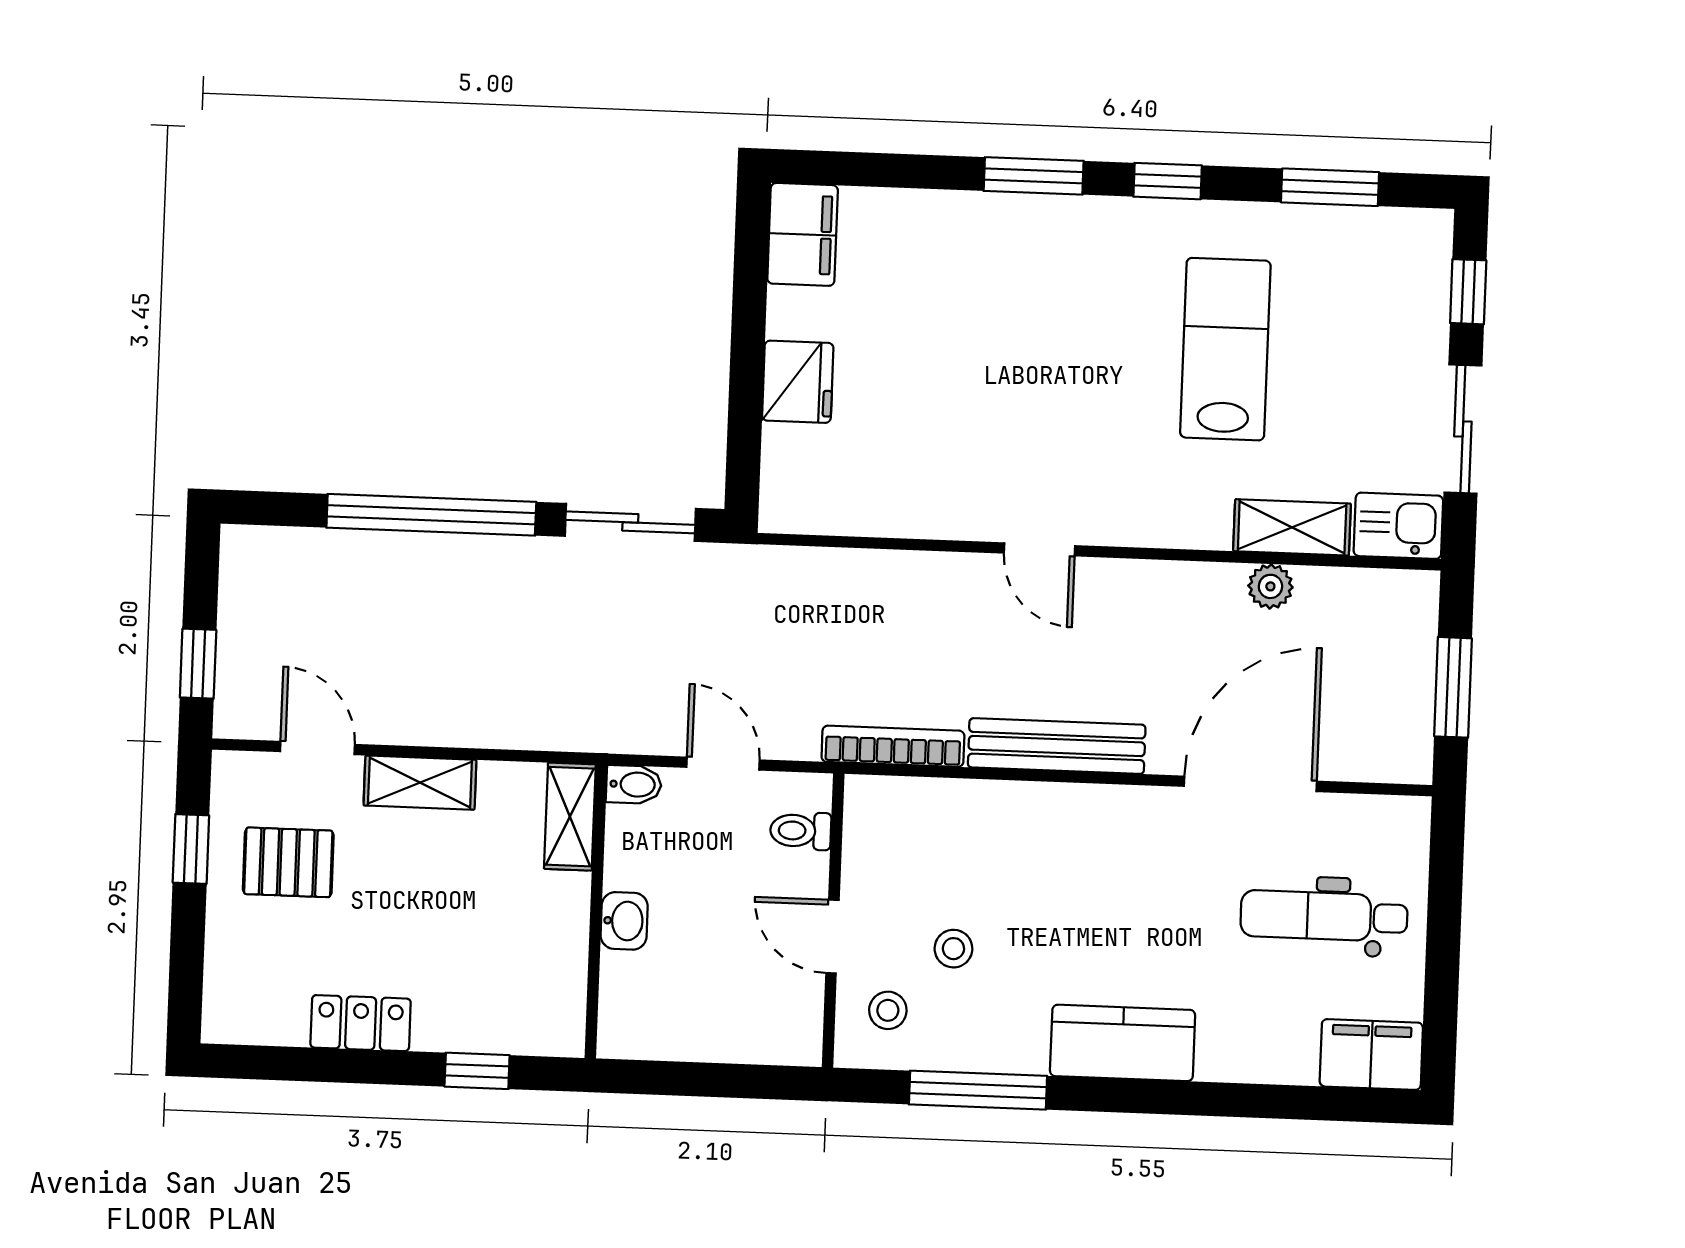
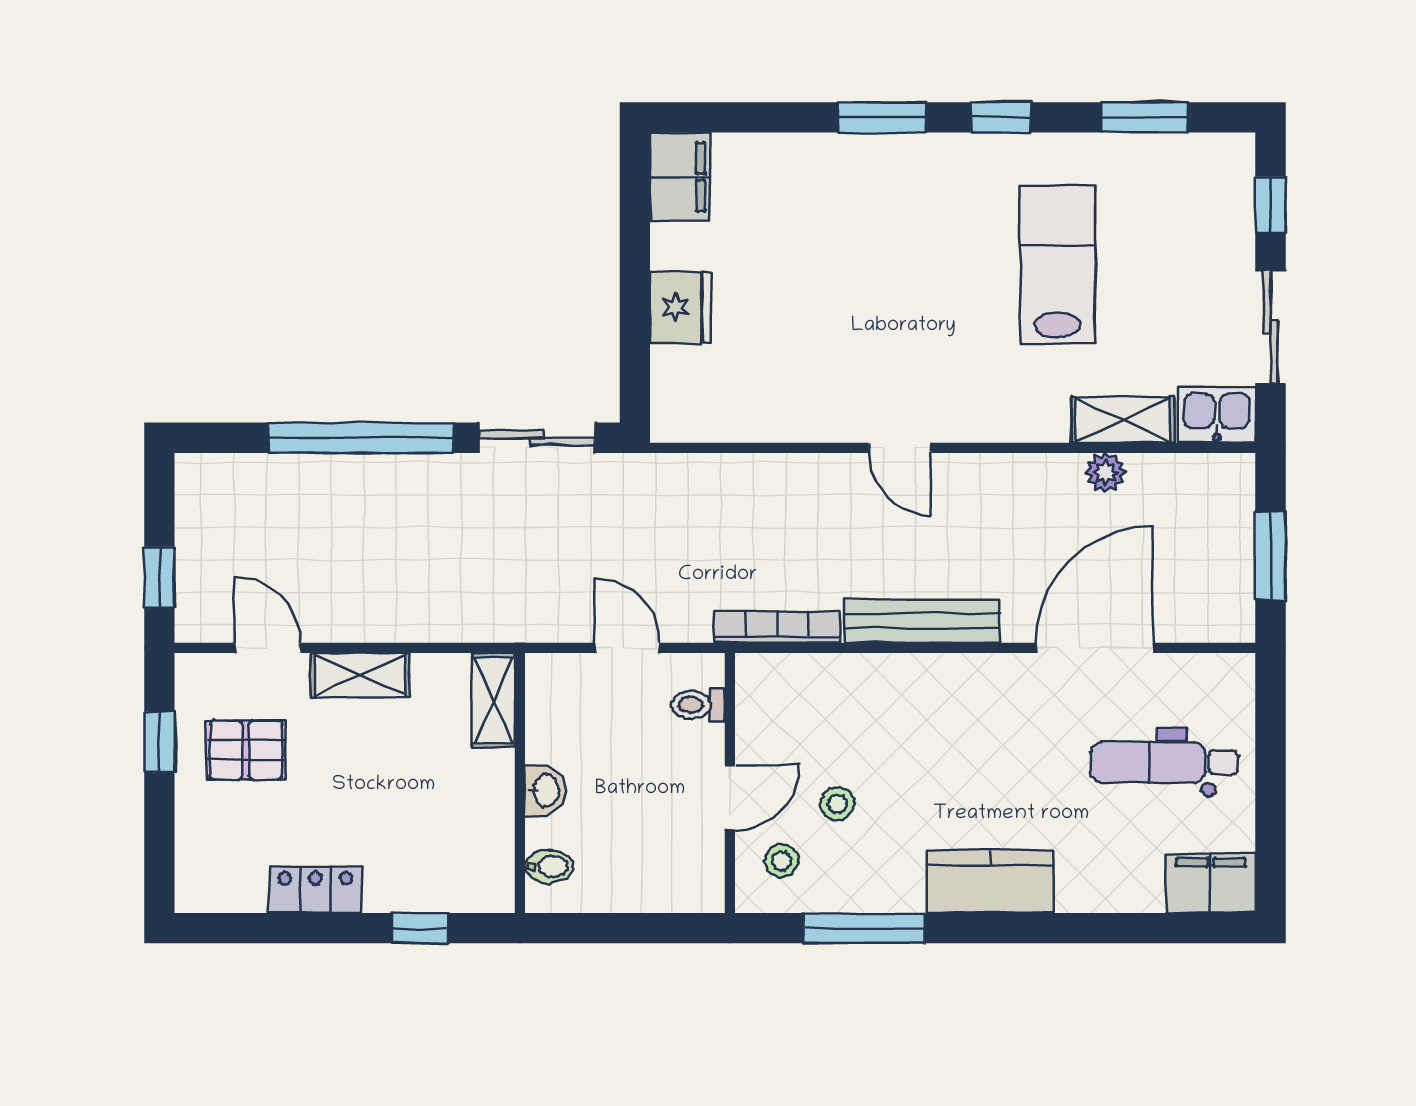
bidet: (634, 784) -> (549, 866), moved
door: (832, 936) -> (730, 797), swing flipped

